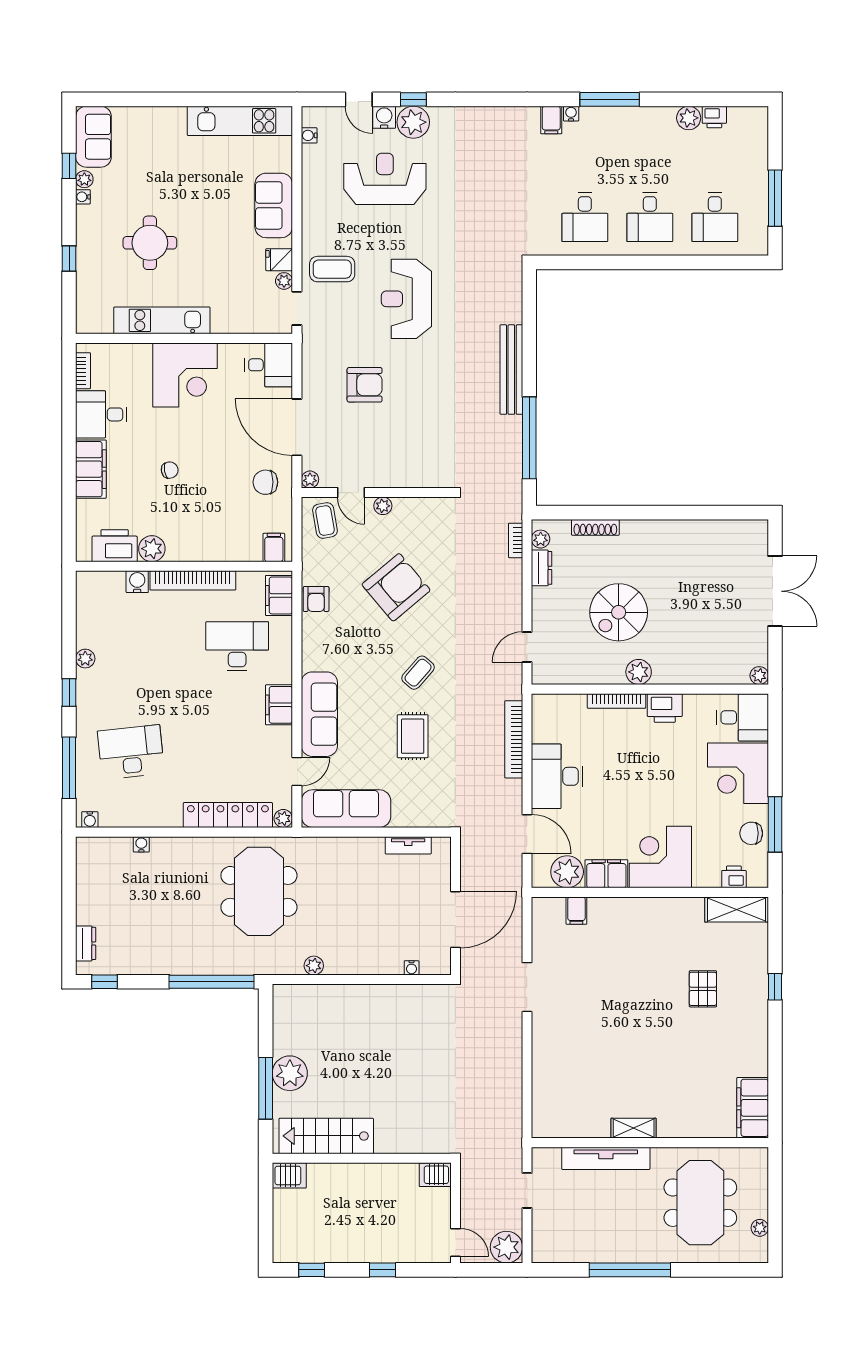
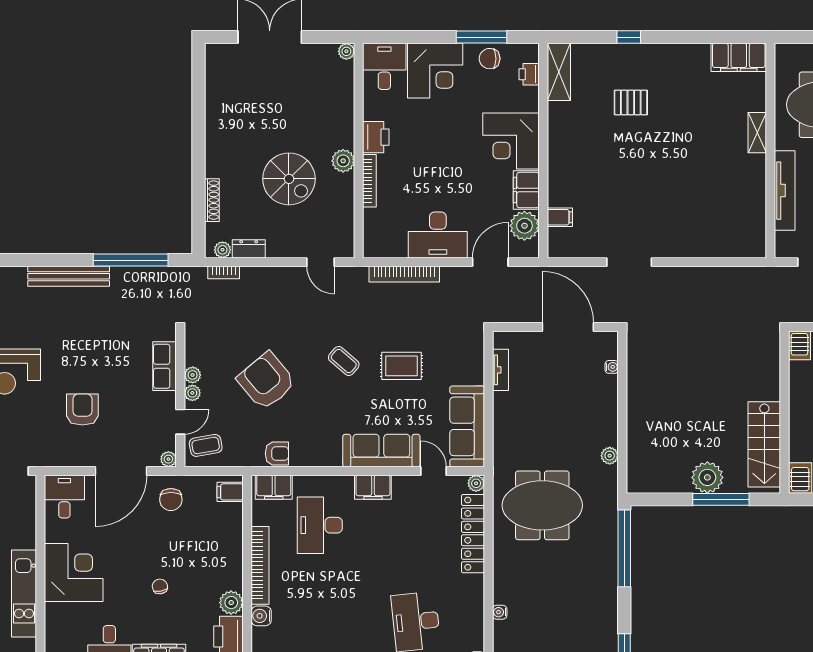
row of seats: (412, 475) -> (164, 366), added
plant: (403, 506) -> (193, 375), added
chair: (751, 833) -> (490, 59), turned 90
shelving: (634, 1128) -> (757, 133), moved

